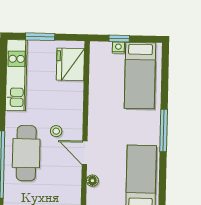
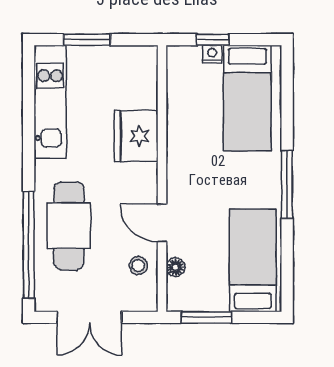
fridge: (70, 64) -> (136, 136), moved
stool: (56, 131) -> (138, 266), moved

